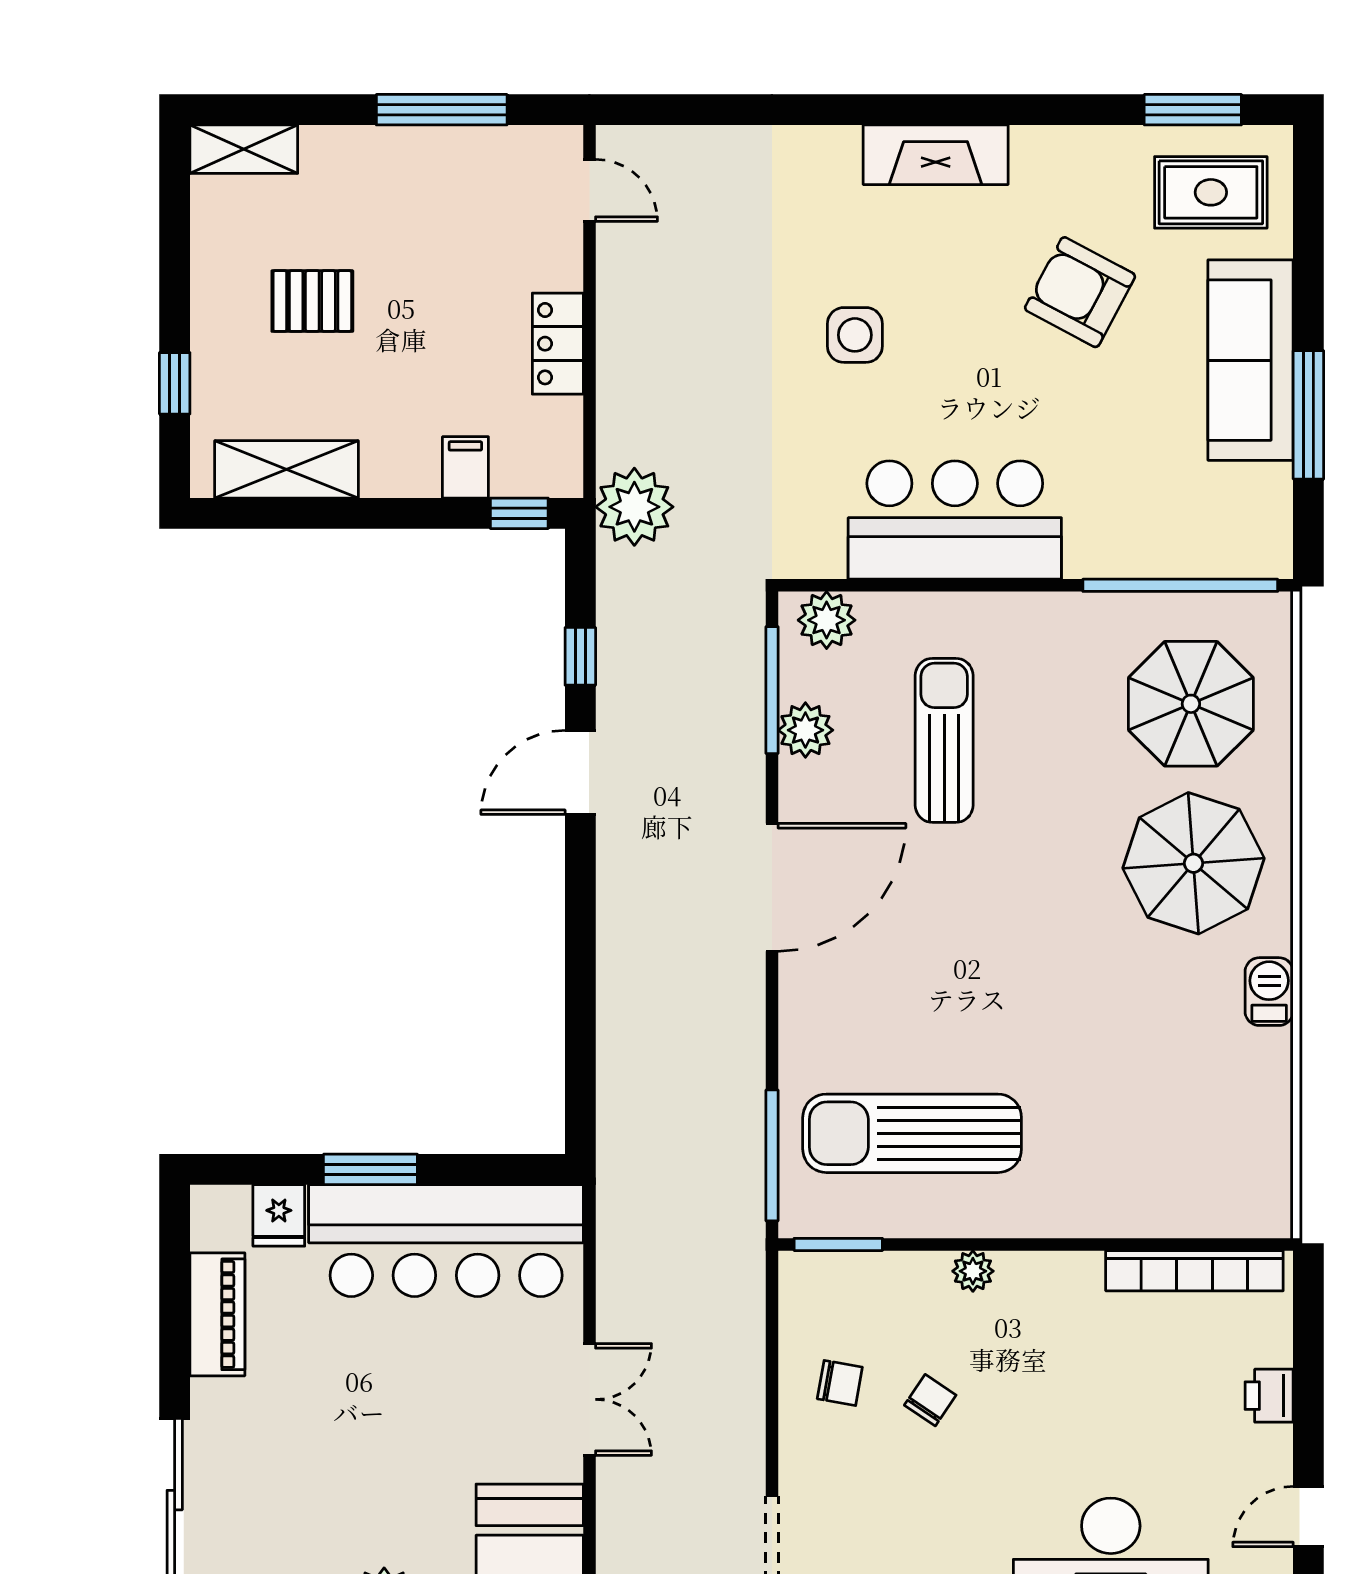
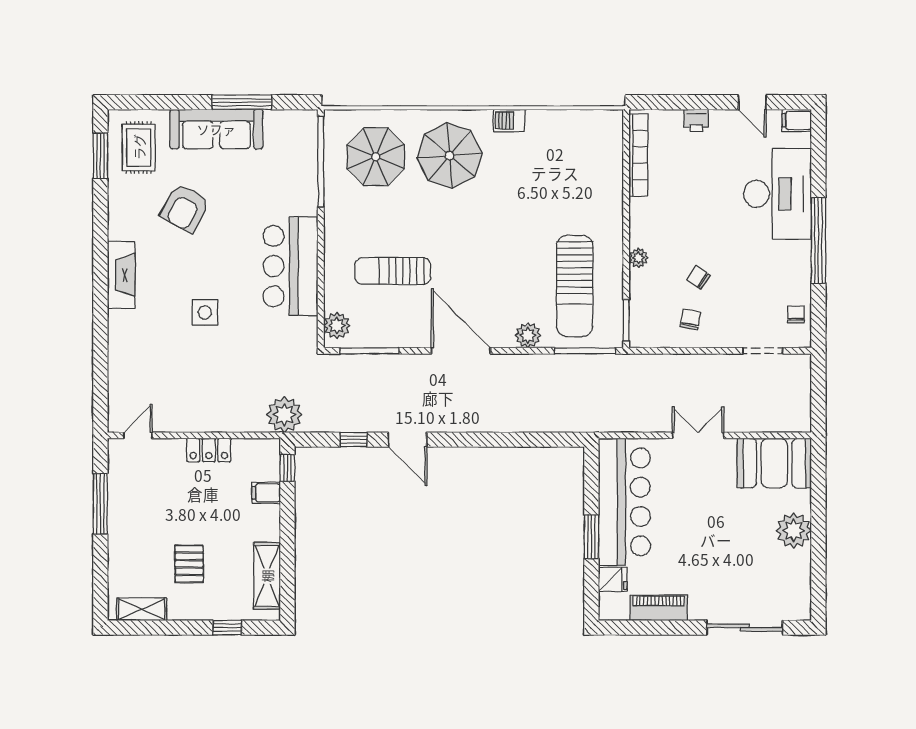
shelving: (244, 149) -> (142, 609), moved, turned 90
plant: (805, 730) -> (528, 335), moved

